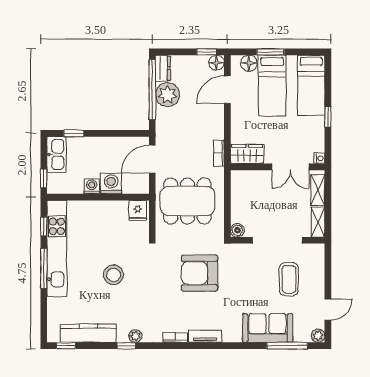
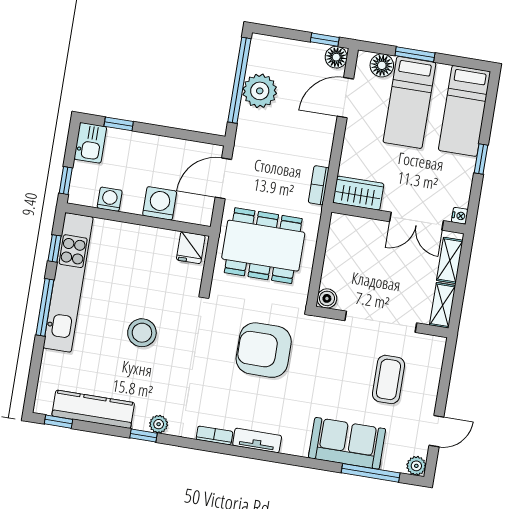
dresser: (163, 68) -> (259, 53), removed
kitchen sink: (56, 155) -> (90, 143), width x0.73
washing machine: (92, 186) -> (110, 199), moved

